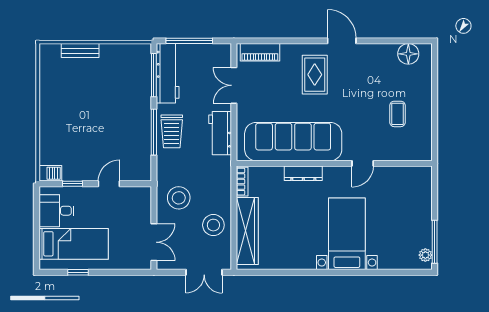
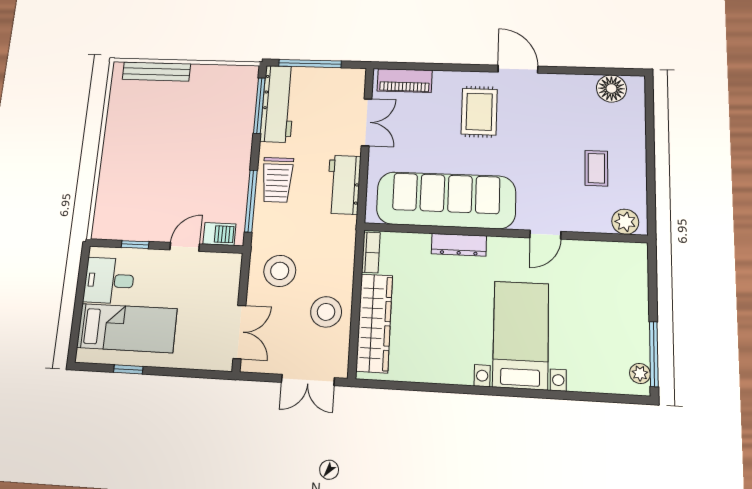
bench: (80, 51) -> (156, 72), width x1.36
double door: (234, 85) -> (367, 122), swing flipped
window: (154, 132) -> (251, 201), moved
plant: (417, 152) -> (625, 222), added
barbecue: (50, 173) -> (219, 234), moved

